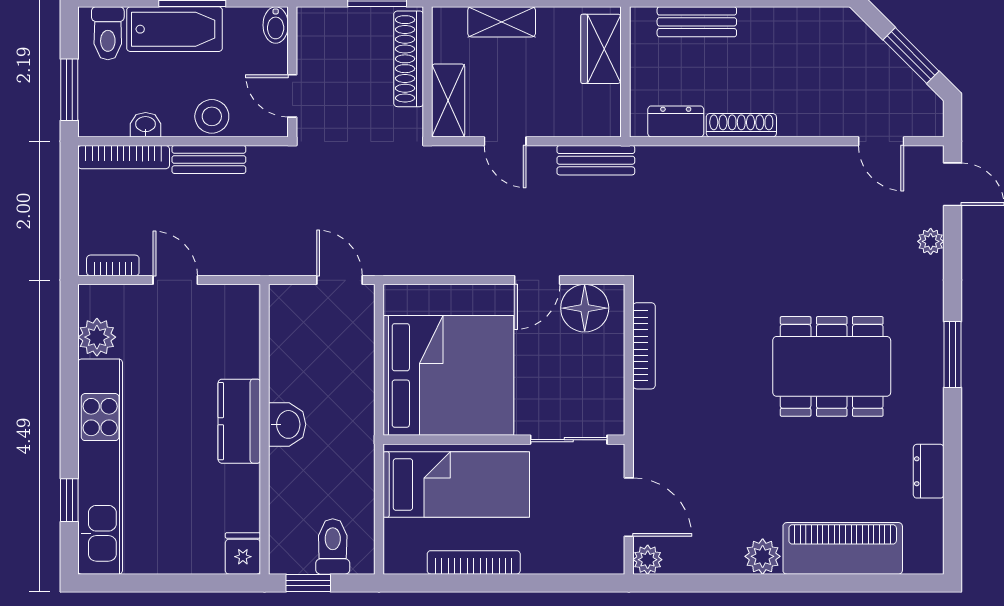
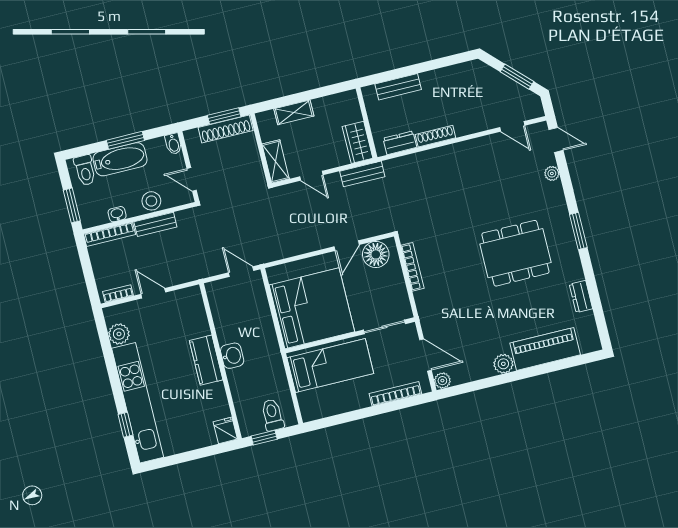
wardrobe: (601, 49) -> (357, 142), moved
shoe rack: (409, 59) -> (226, 129), moved, turned -90
bookcase: (474, 562) -> (395, 394), moved

